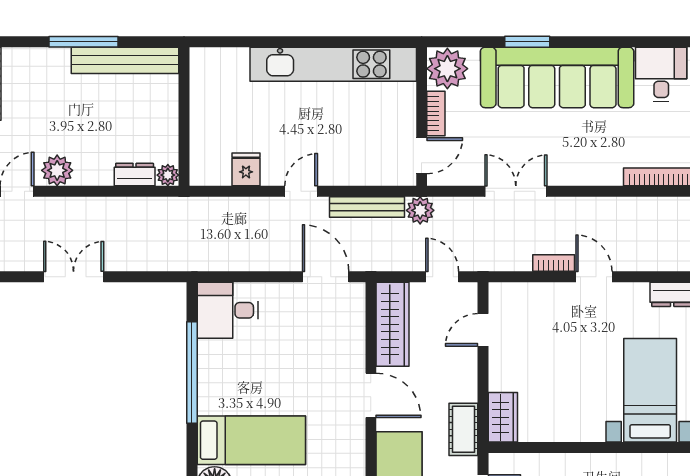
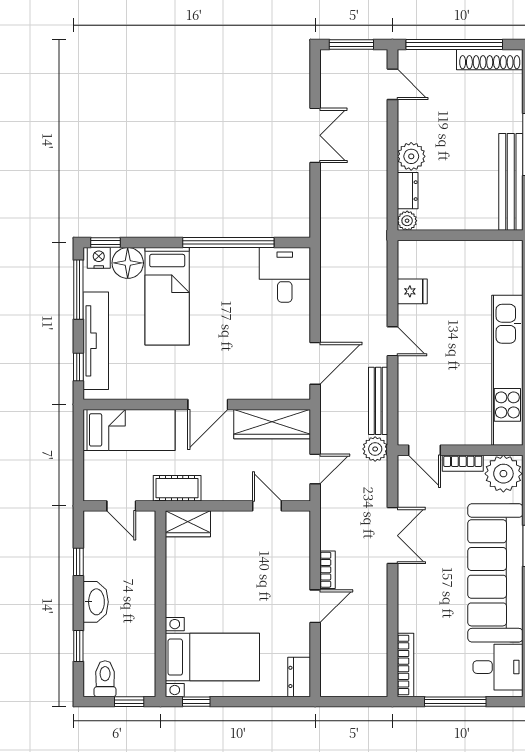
plant: (57, 170) -> (411, 156), moved

